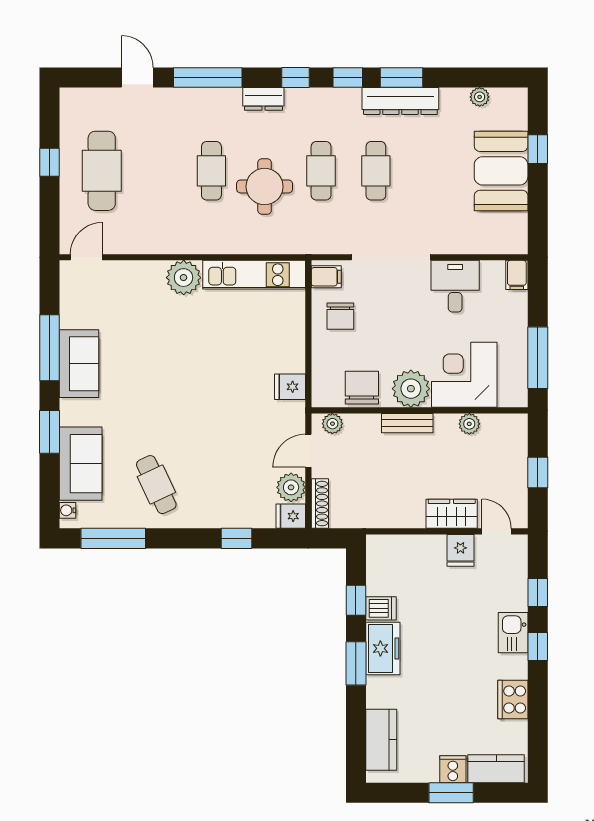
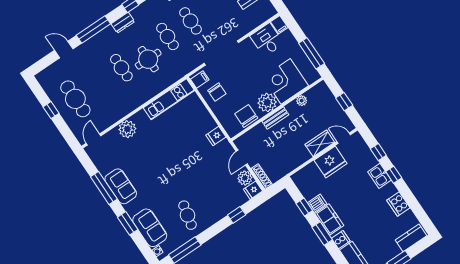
plant: (184, 278) -> (127, 129), moved
desk: (455, 286) -> (267, 40), moved
plant: (332, 424) -> (244, 139), removed
cafe table: (156, 485) -> (188, 215), turned 38
fridge: (460, 550) -> (331, 162), width x1.88, depth x1.34
cooker: (453, 769) -> (341, 240), moved, turned 90

